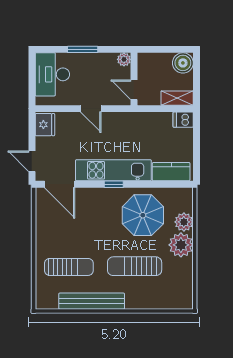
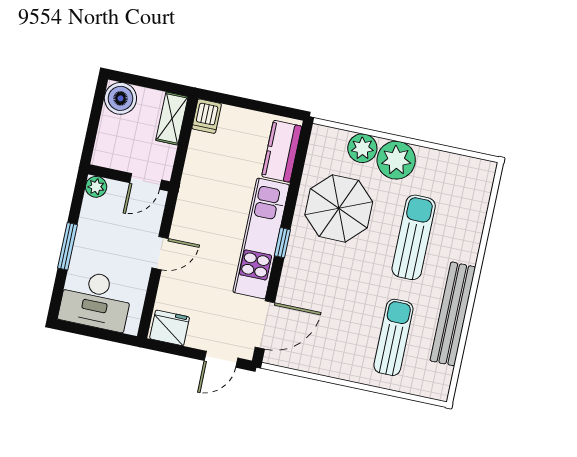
sun lounger: (135, 266) -> (414, 237), turned 180

